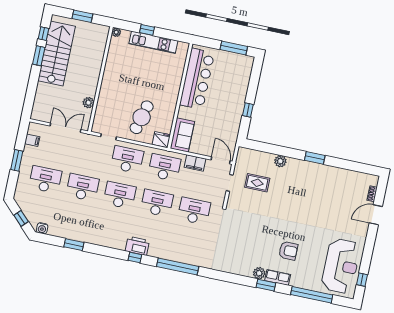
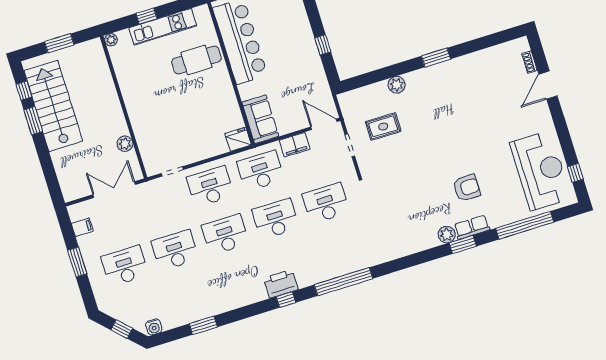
cafe table: (142, 117) -> (196, 60), moved, turned 75

